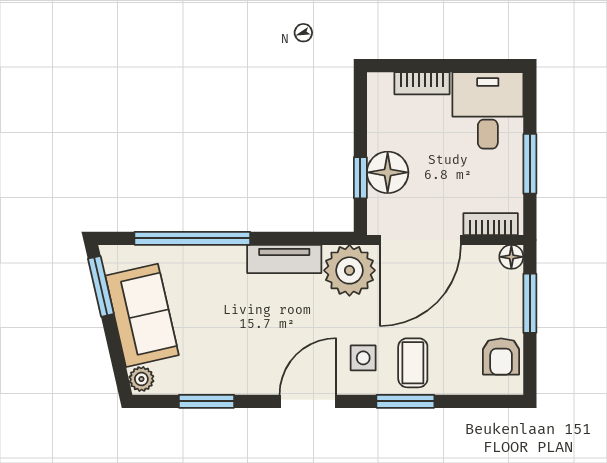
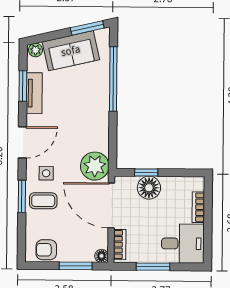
tv unit: (284, 259) -> (34, 93), moved, turned 180
door: (308, 401) -> (22, 142), hinge flipped

